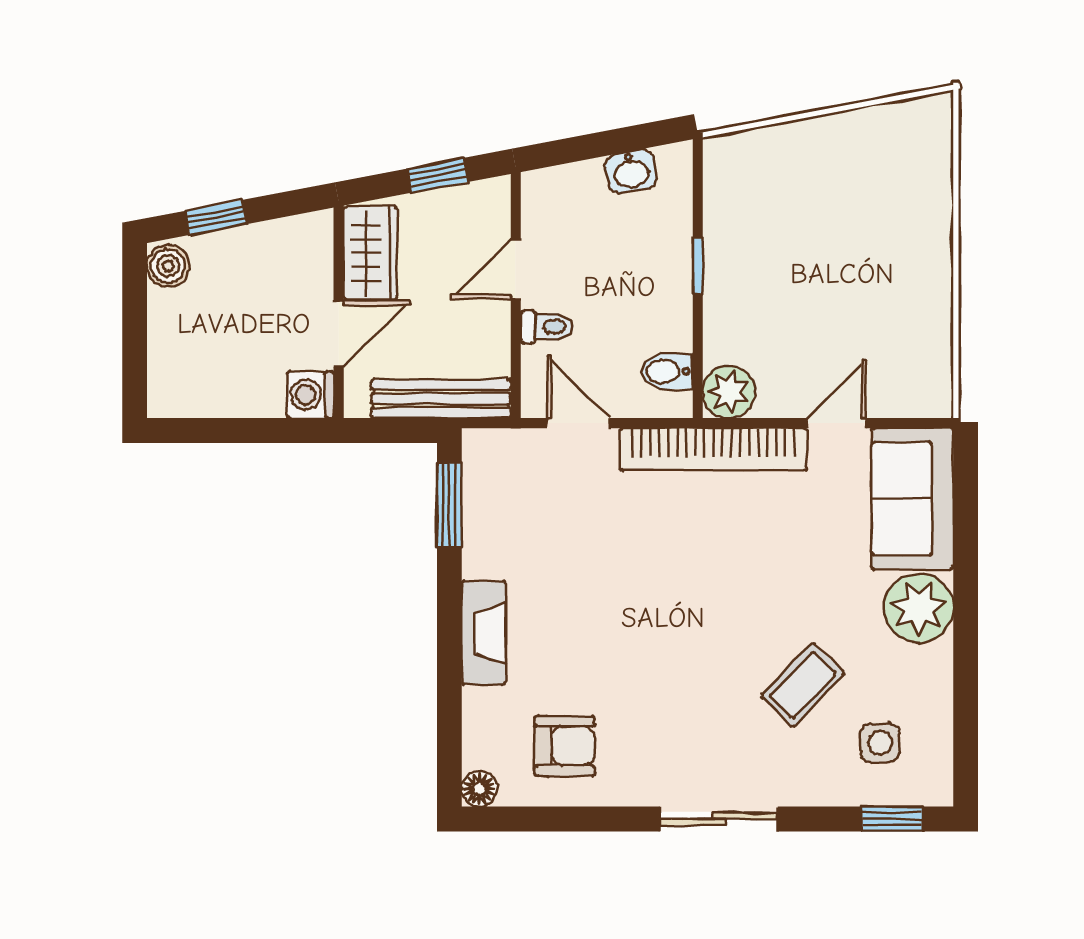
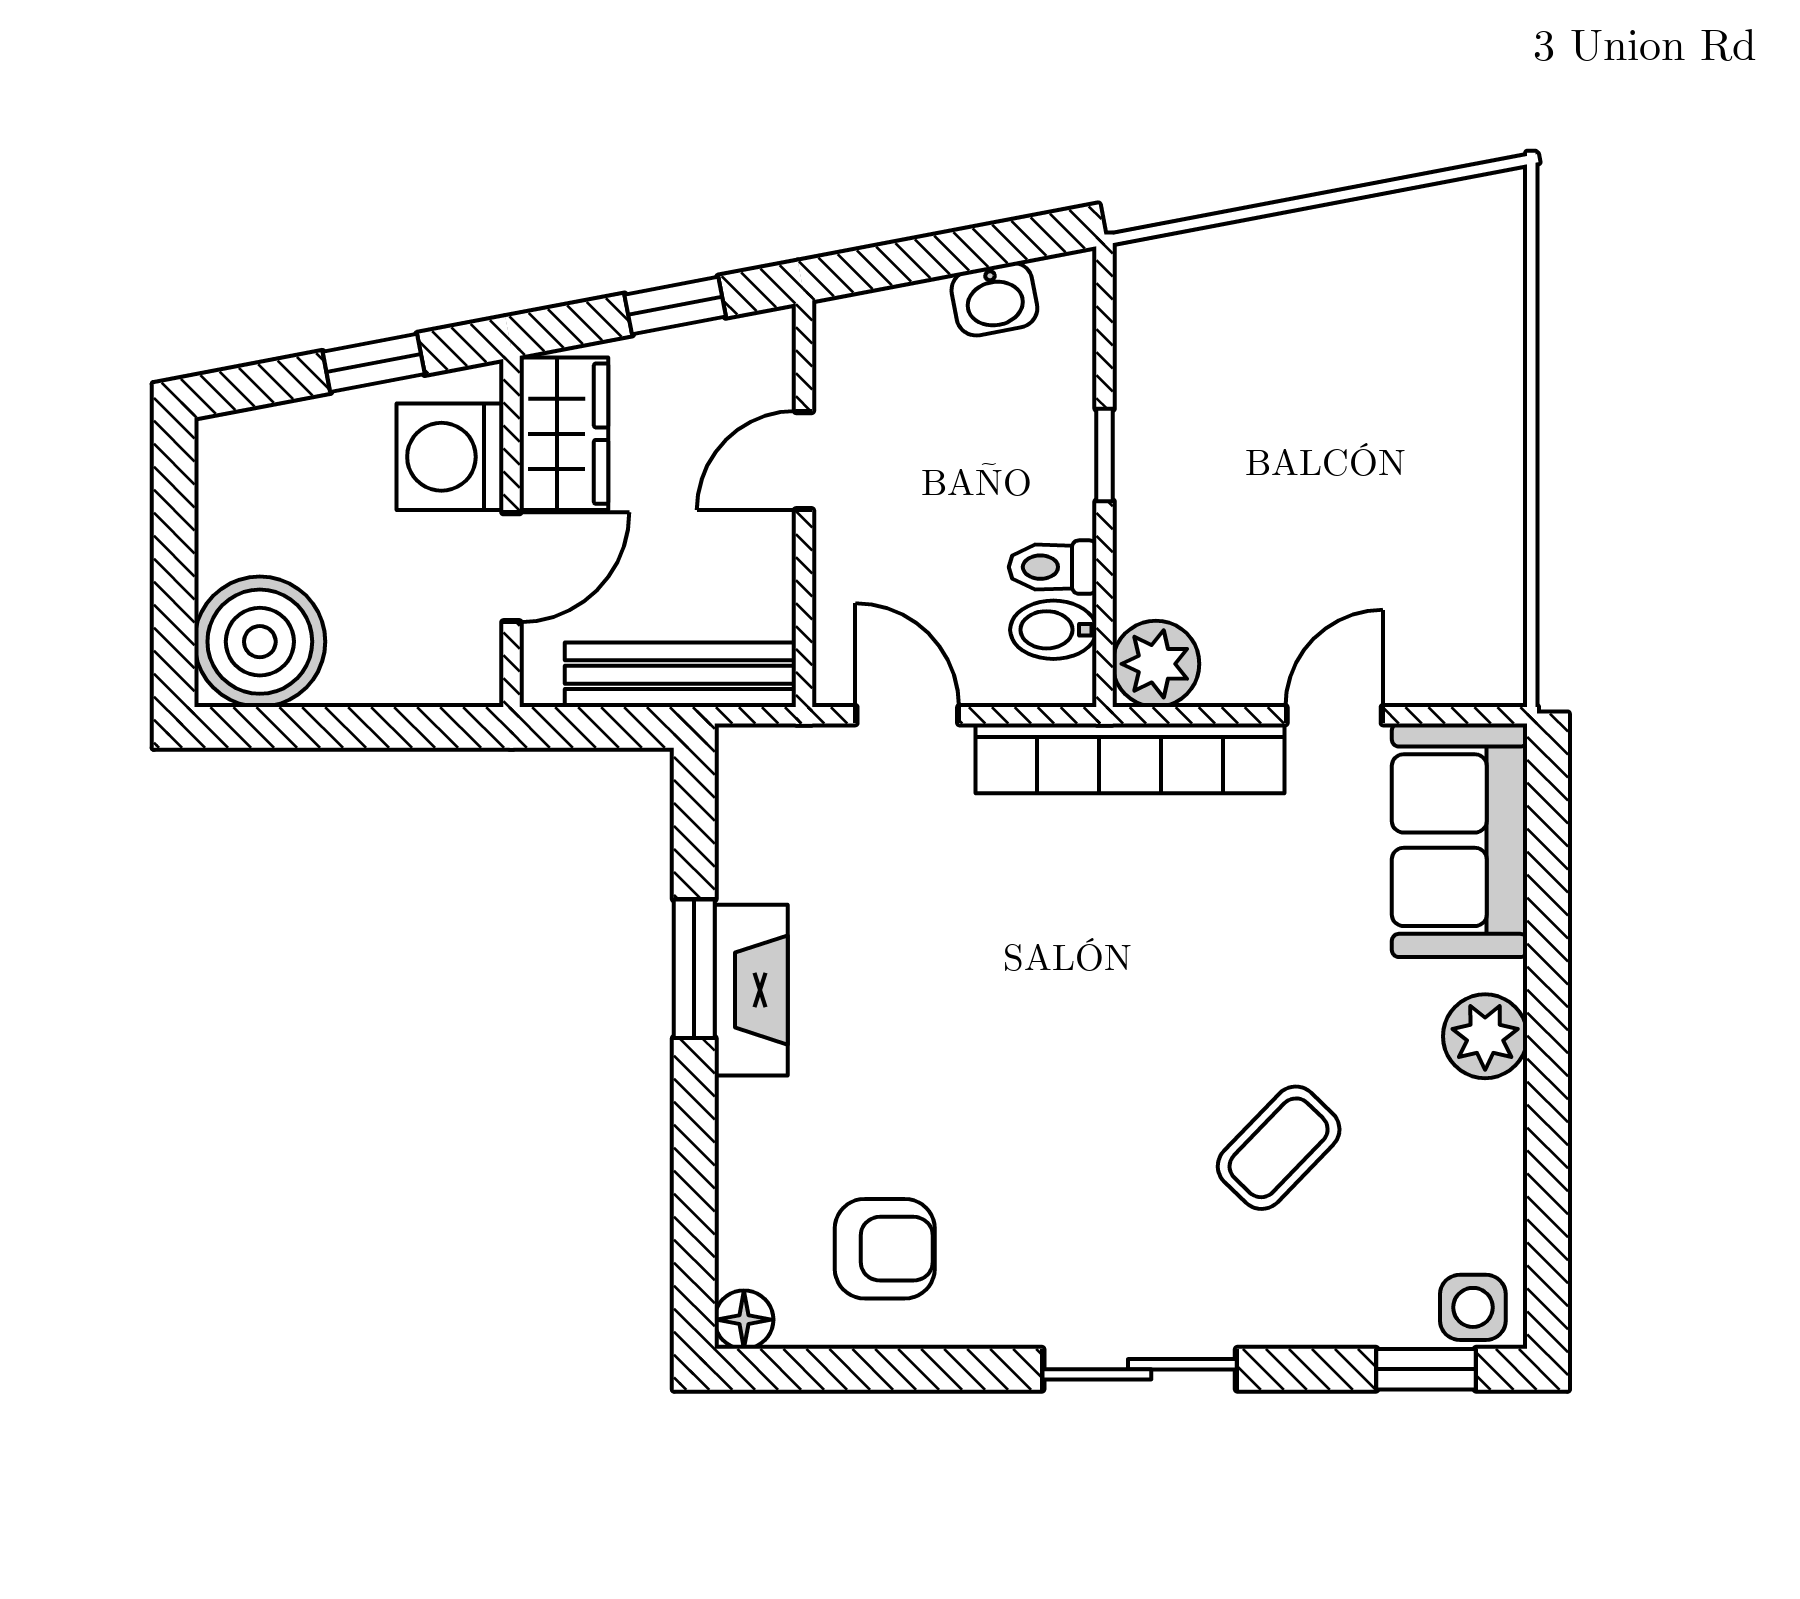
window: (216, 217) -> (374, 363), moved
boiler: (168, 266) -> (260, 642), moved, width x1.86, depth x1.86
toilet: (547, 327) -> (1053, 567), moved, turned 180
washing machine: (310, 395) -> (450, 457), moved, width x1.38, depth x1.38
window: (449, 505) -> (694, 969), moved
plant: (919, 608) -> (1485, 1036), width x0.73, depth x0.73
fireplace: (484, 633) -> (751, 990), moved
side table: (880, 743) -> (1473, 1307), moved

